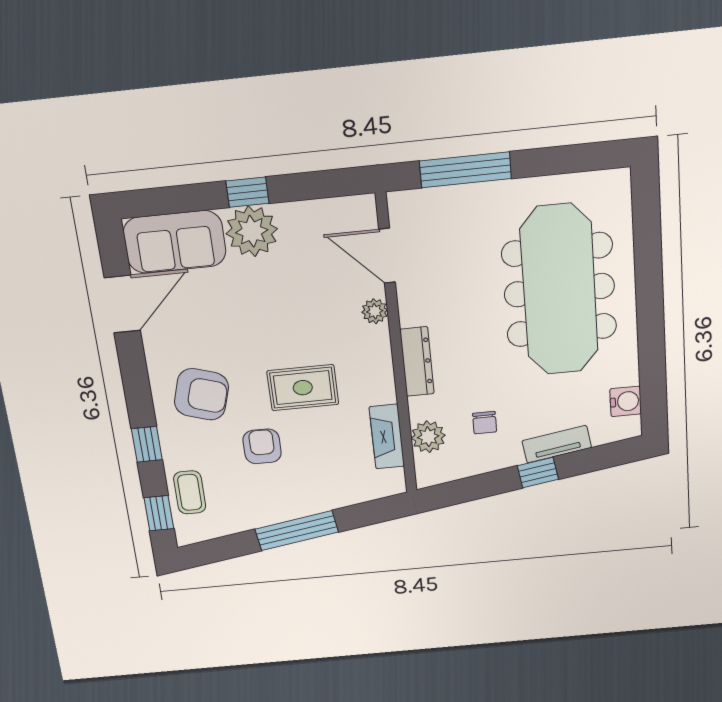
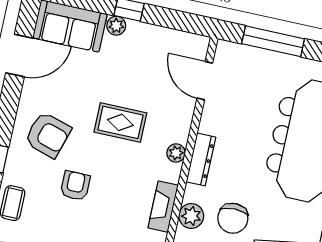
plant: (252, 231) -> (116, 26), width x0.53, depth x0.53
plant: (375, 311) -> (176, 153), moved
rug: (303, 388) -> (120, 122), moved
chair: (485, 423) -> (233, 218), width x1.87, depth x1.87

